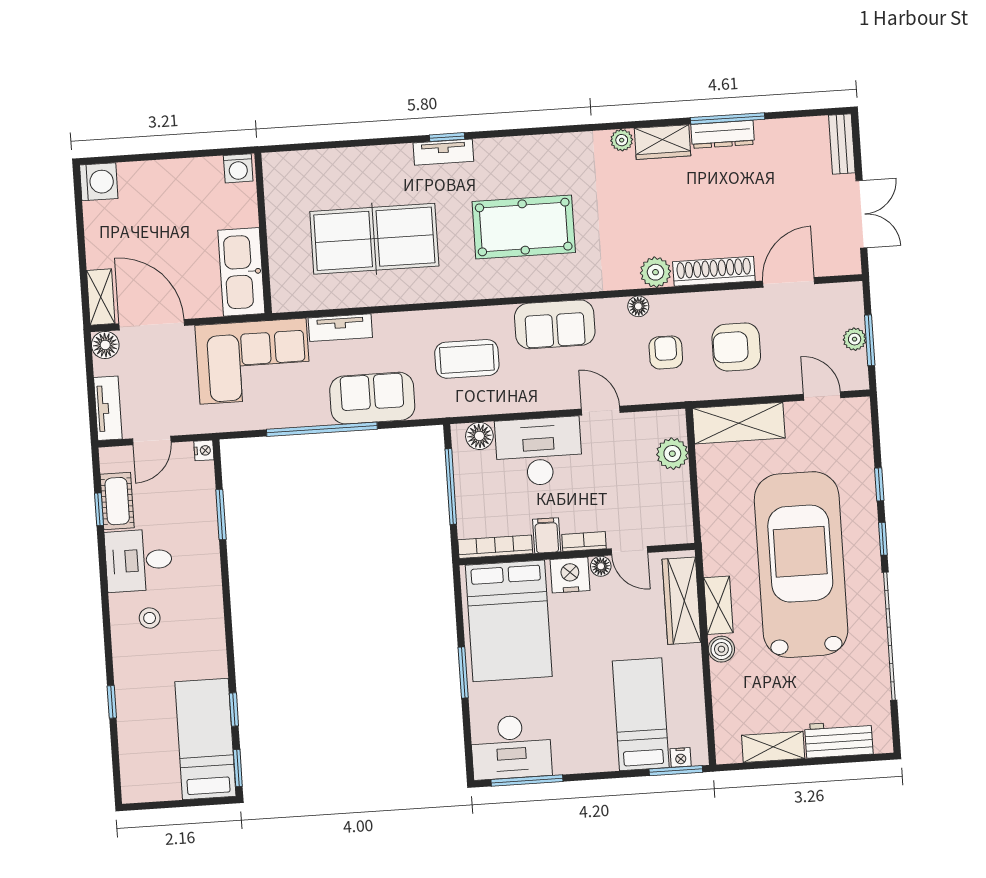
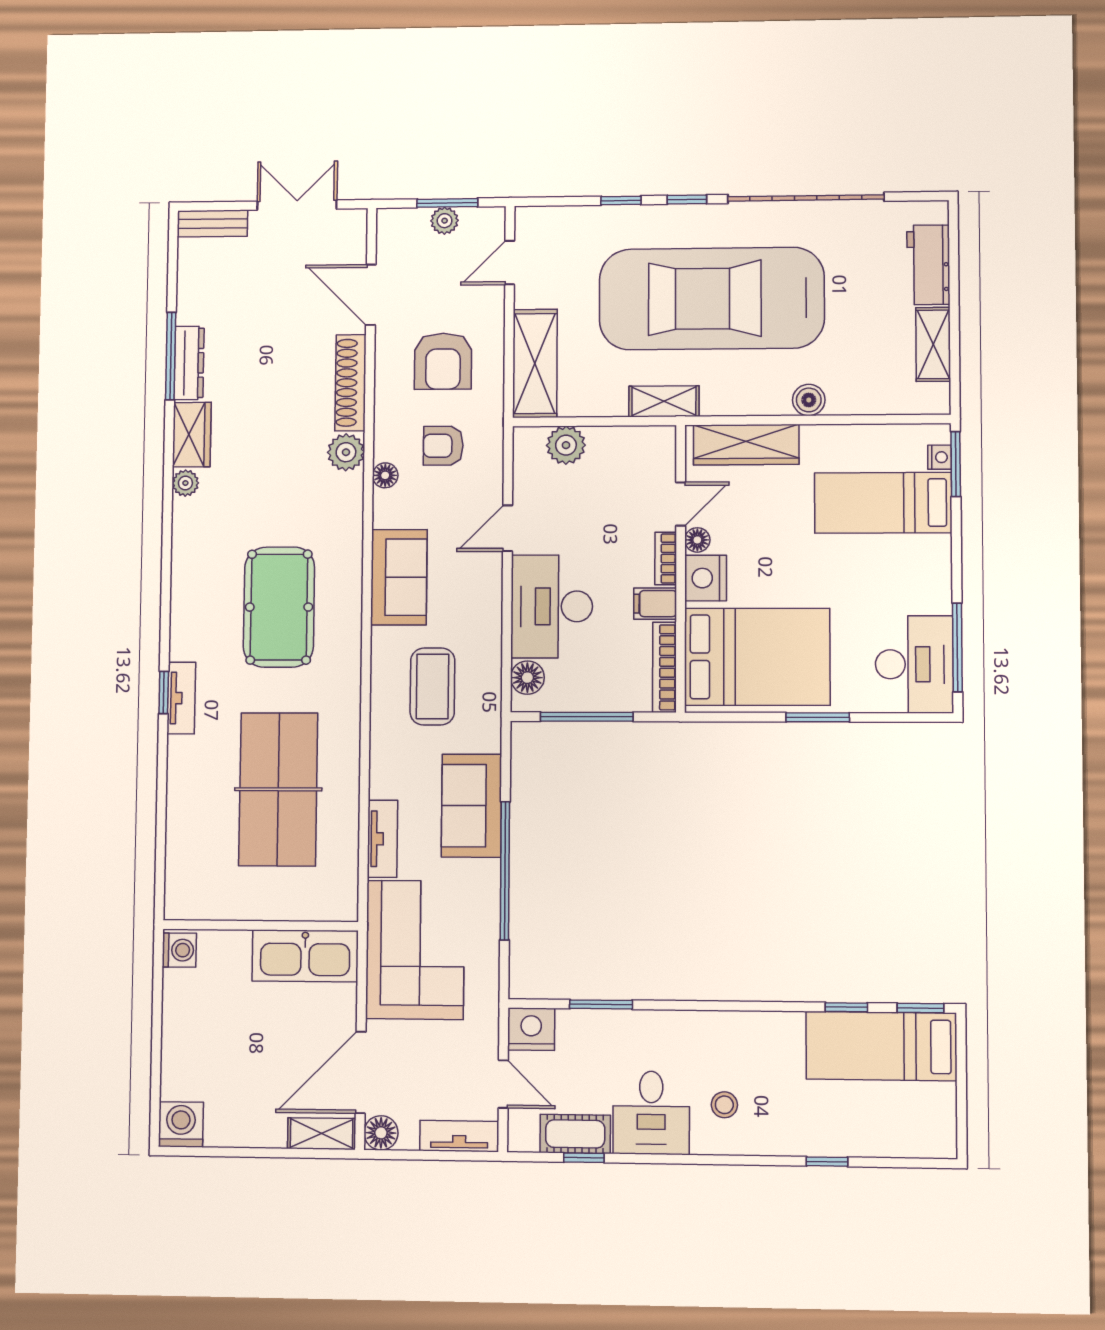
nightstand: (204, 450) -> (531, 1029), width x1.89, depth x1.79
shelving: (718, 605) -> (664, 401), moved

